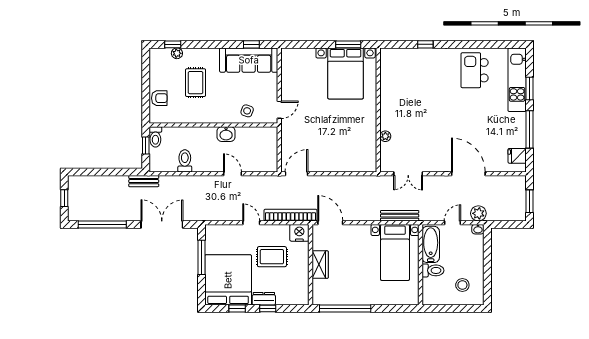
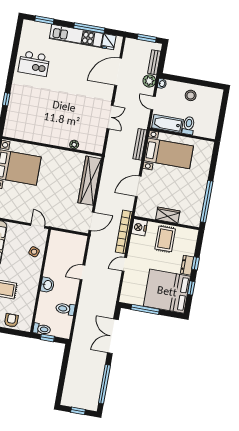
kitchen unit: (517, 80) -> (76, 36), moved
window: (529, 89) -> (44, 20), moved
washbasin: (226, 134) -> (47, 285), moved
wardrobe: (345, 163) -> (90, 181), added
door: (296, 174) -> (92, 221), swing flipped
double door: (408, 174) -> (110, 117), moved
door: (468, 174) -> (118, 72), moved
bench: (144, 181) -> (154, 62), moved
door: (330, 223) -> (138, 186), moved
rug: (272, 257) -> (165, 239), moved
stool: (462, 285) -> (191, 95), moved

